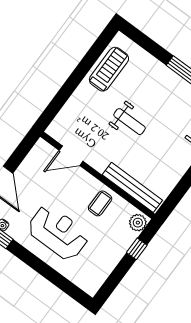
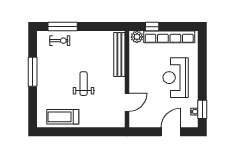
door: (71, 156) -> (127, 102), hinge flipped
coffee table: (100, 203) -> (142, 66), removed
row of seats: (110, 260) -> (169, 37), added

